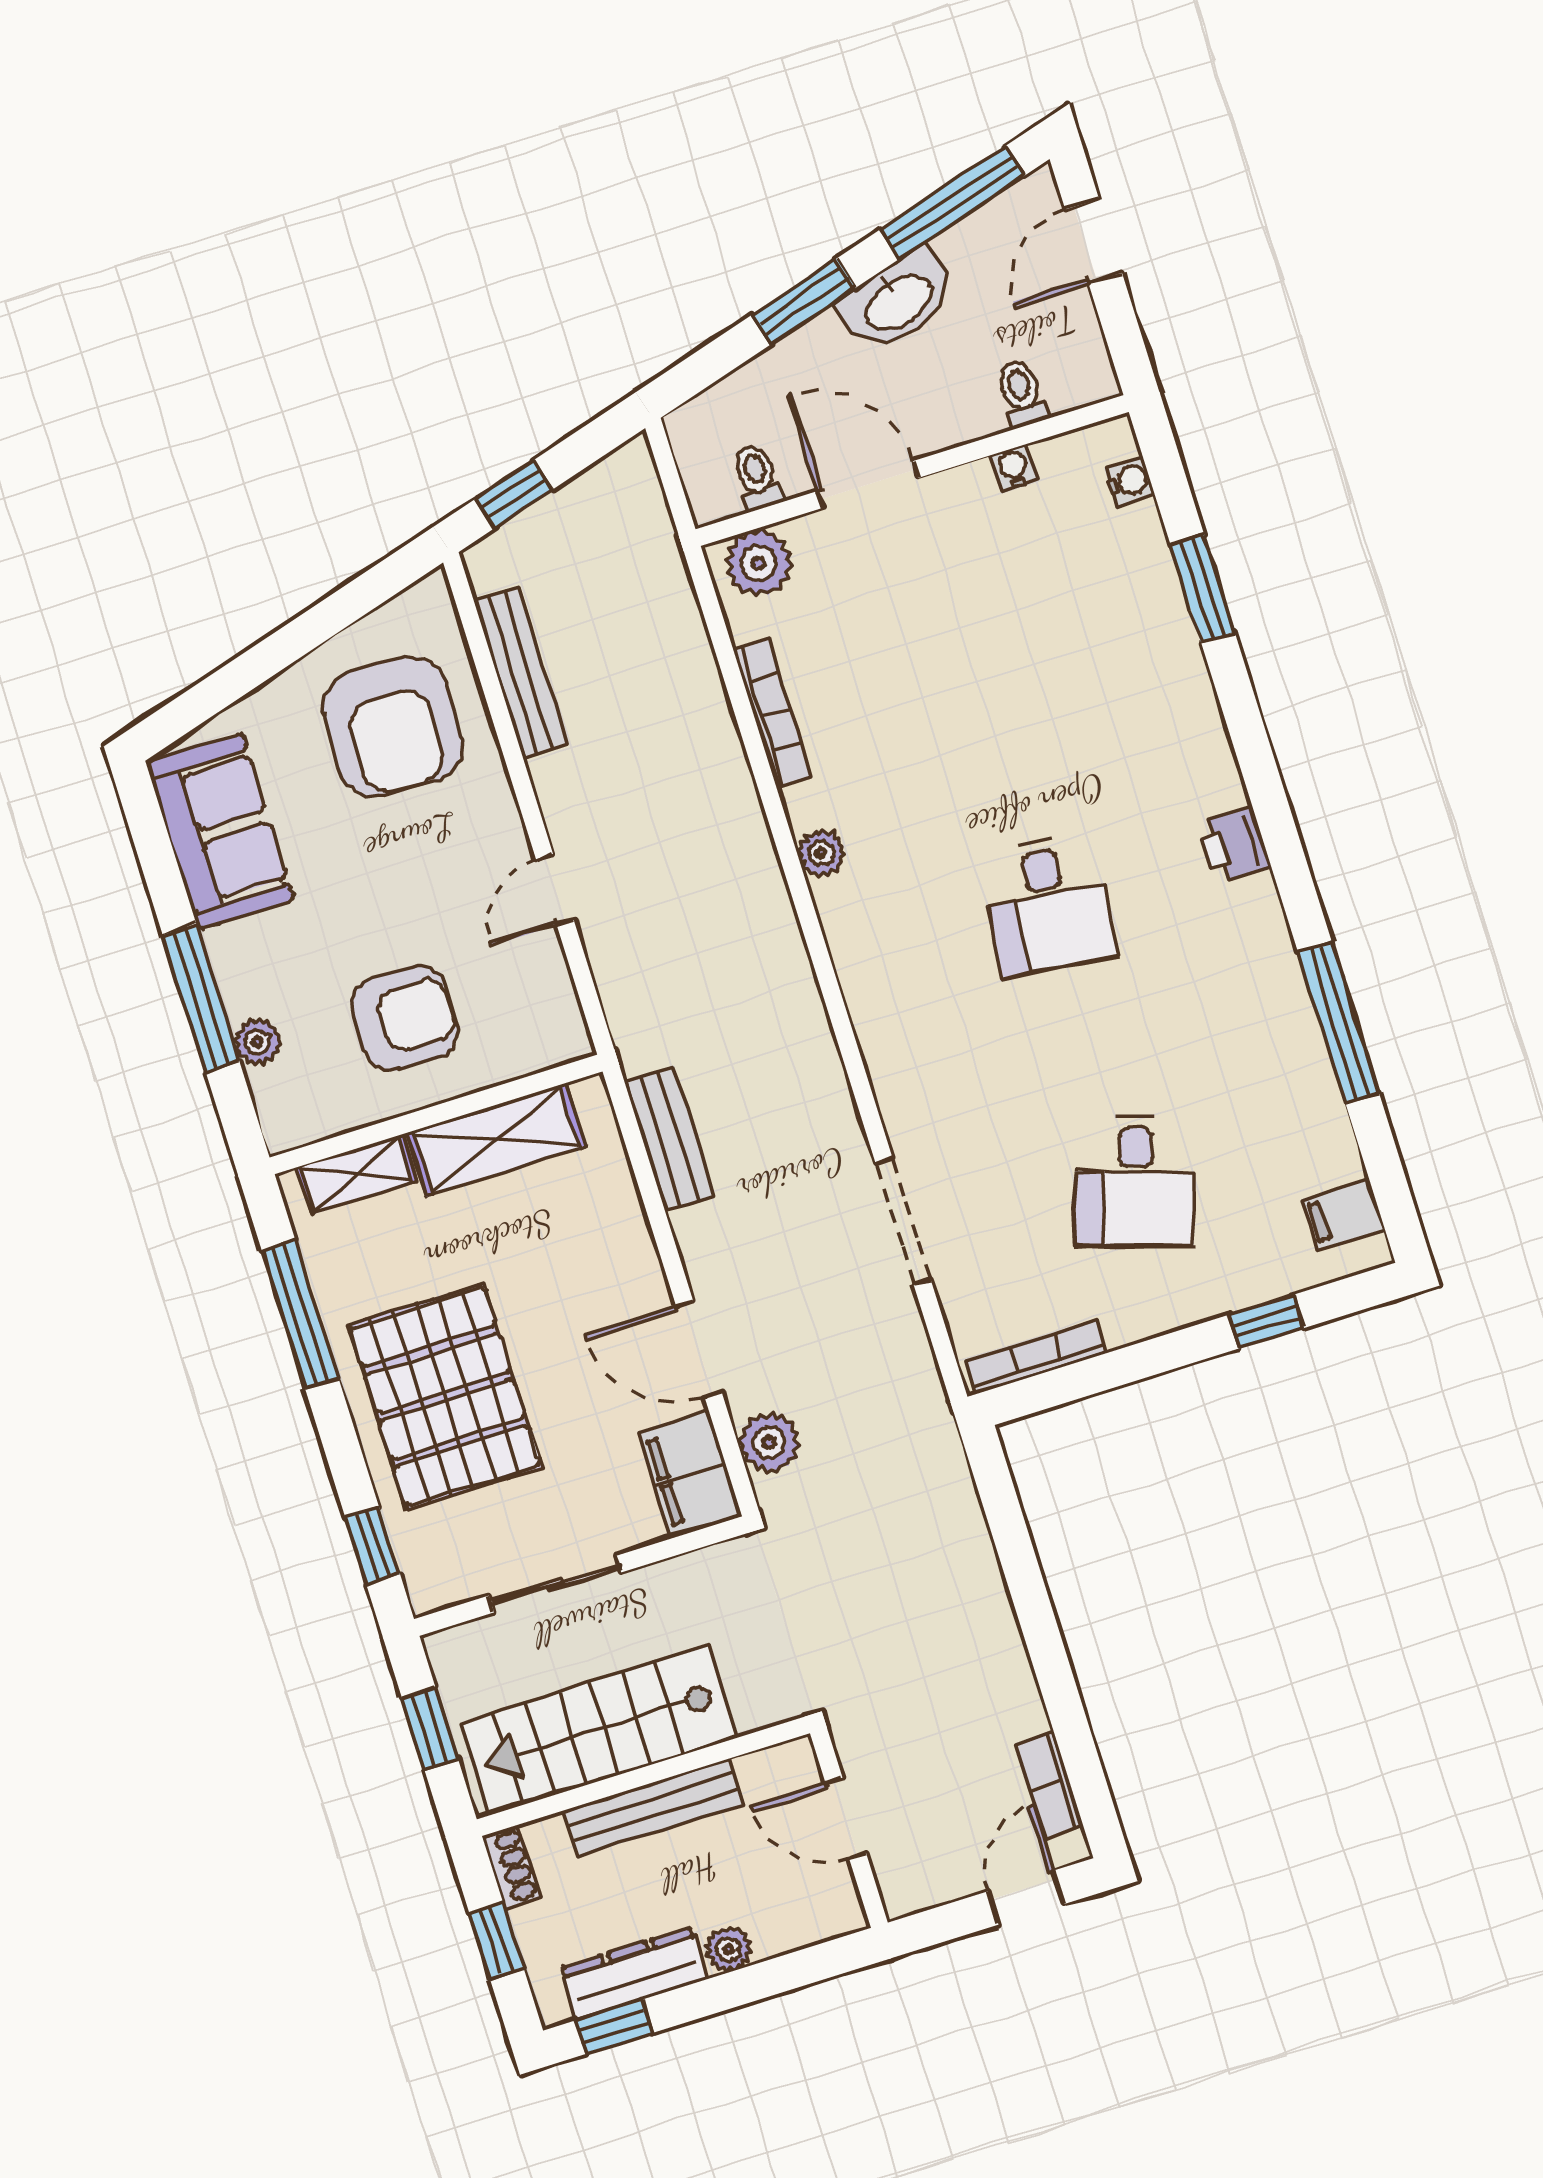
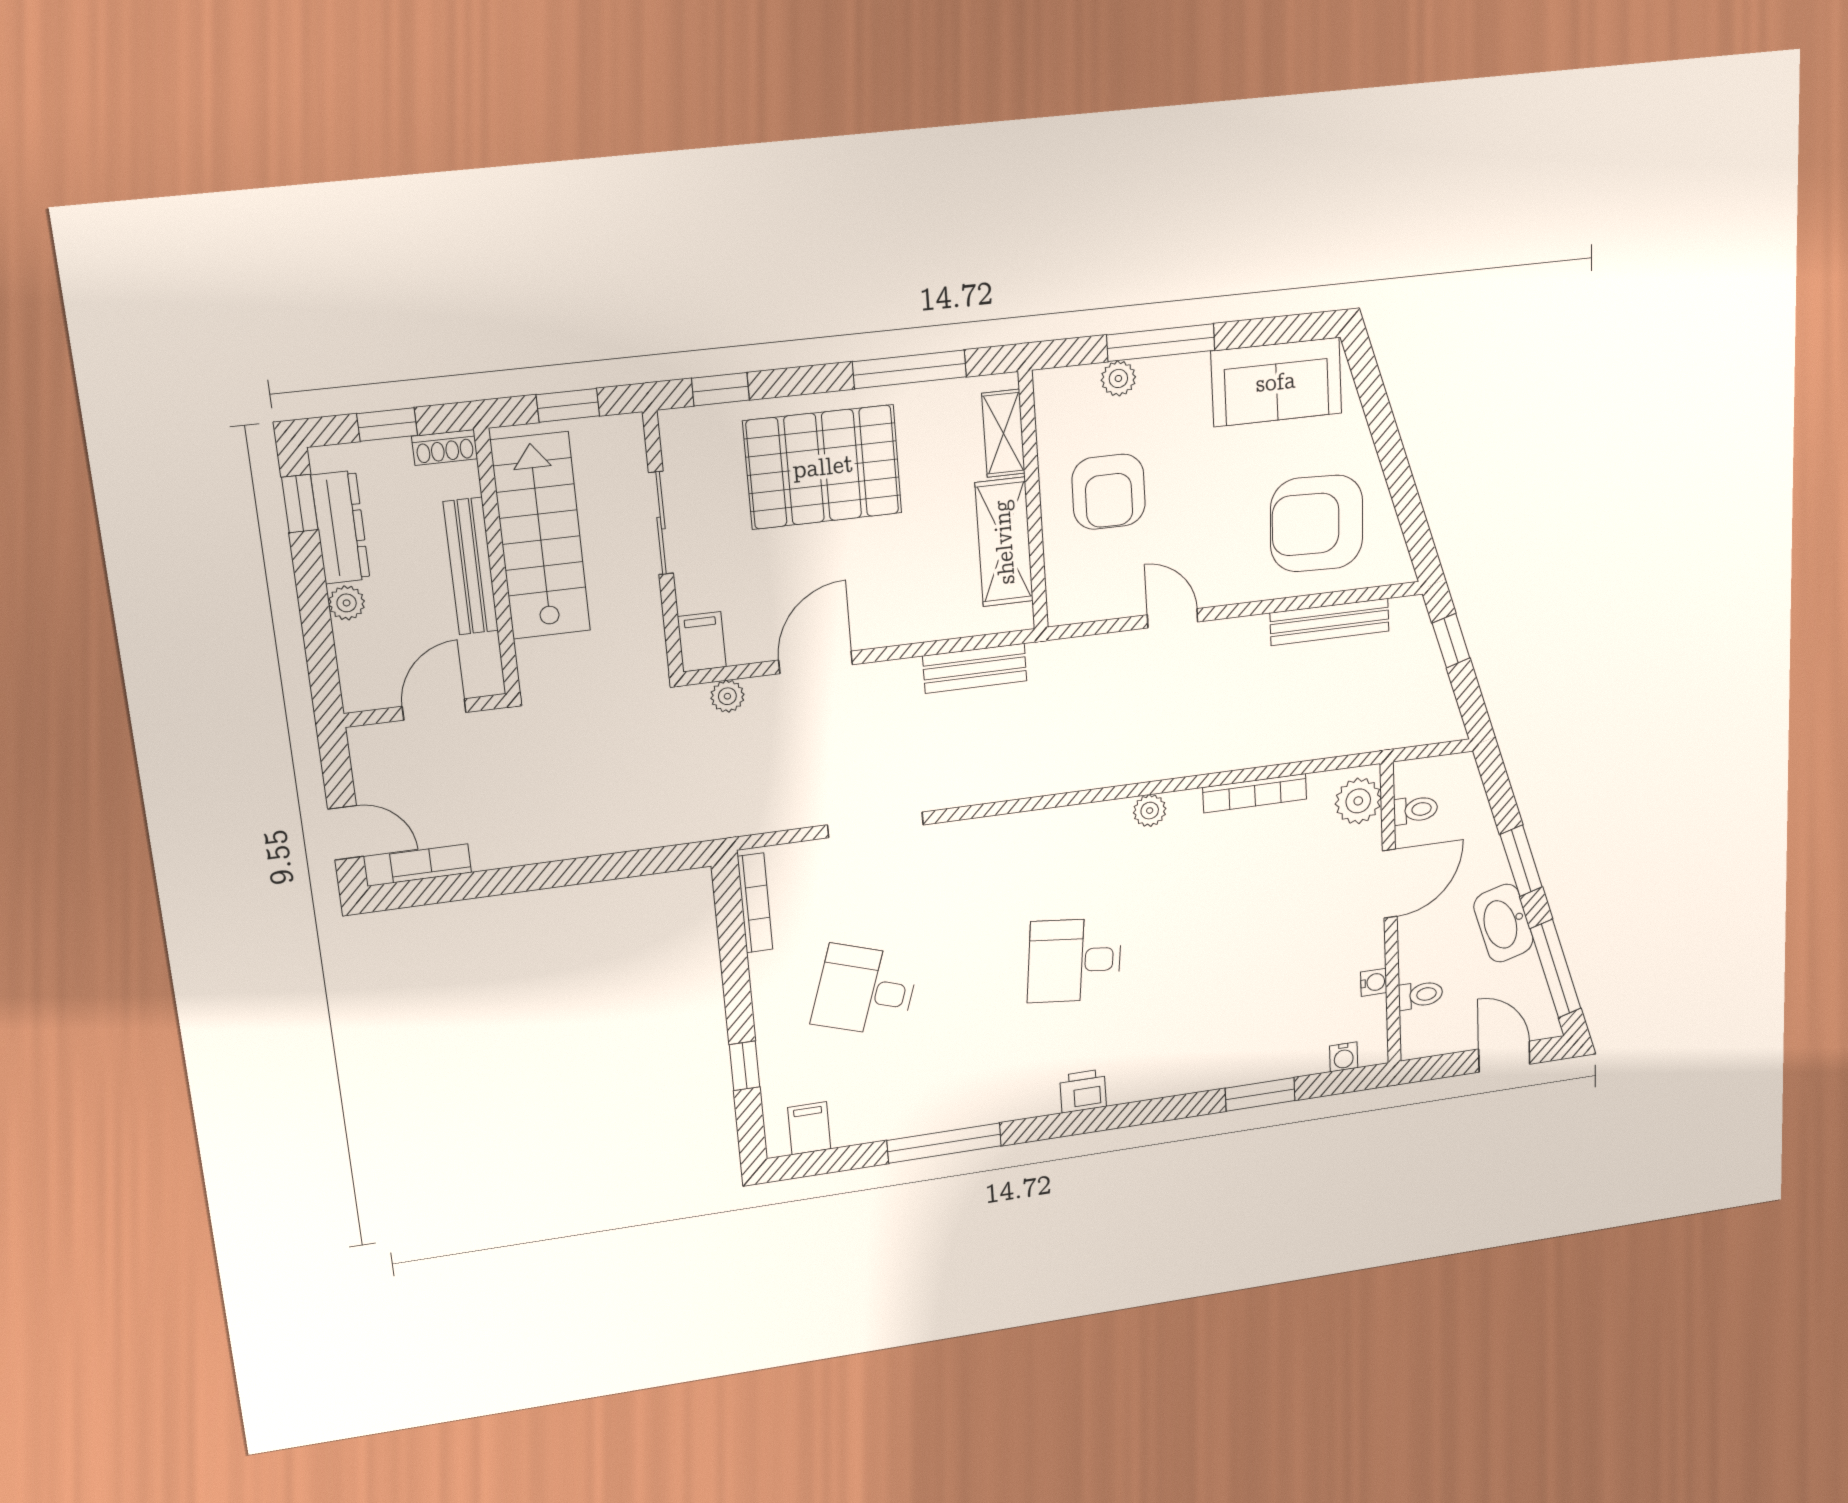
plant: (769, 1443) -> (727, 696), width x0.73, depth x0.73
filing cabinet: (690, 1474) -> (702, 642), width x0.50

